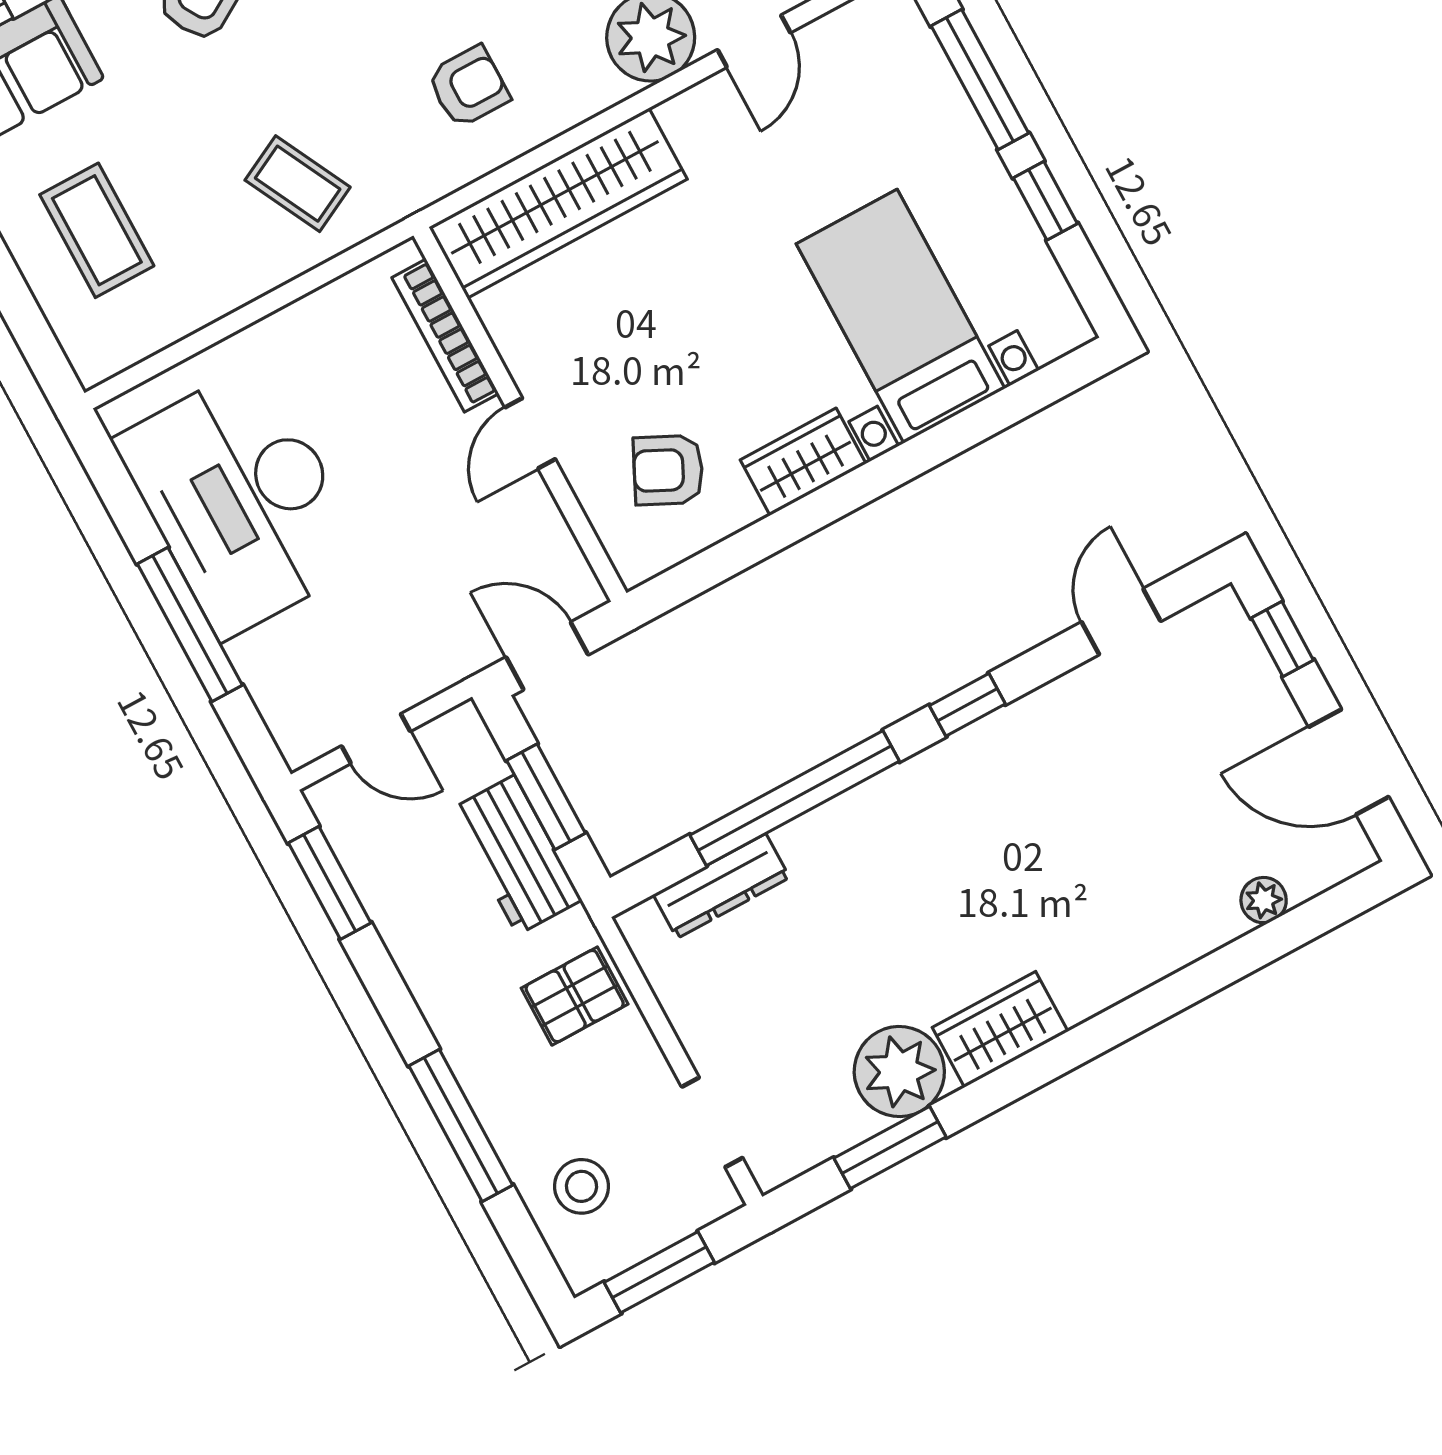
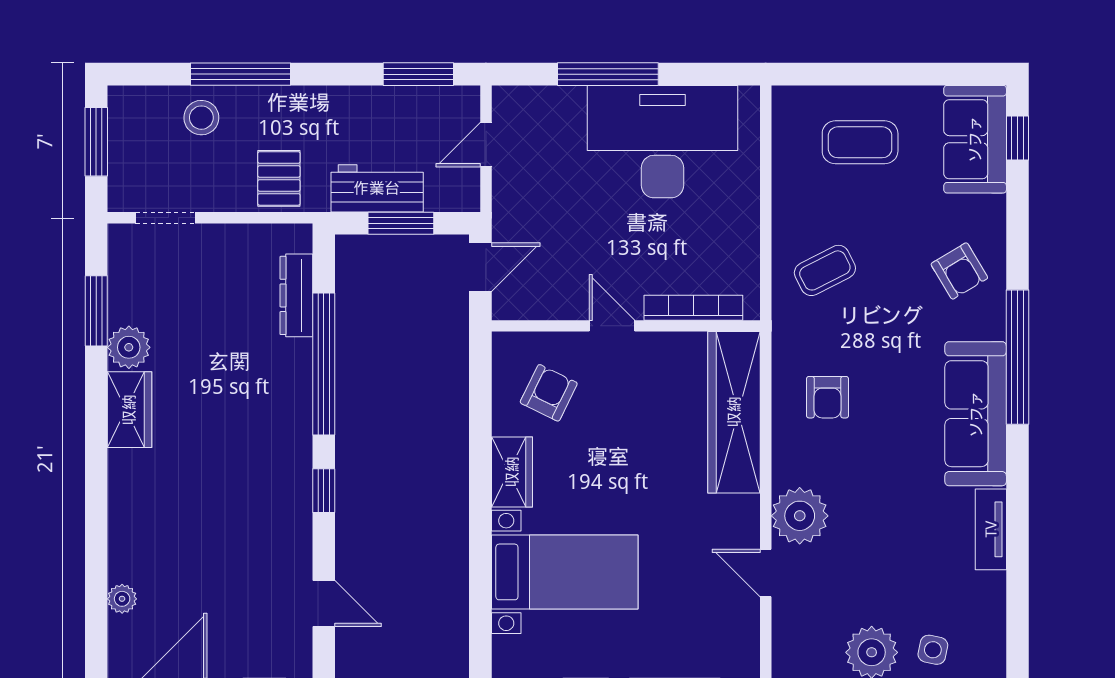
plant: (899, 1071) -> (129, 347), width x0.73, depth x0.73
stool: (581, 1186) -> (201, 118), moved

